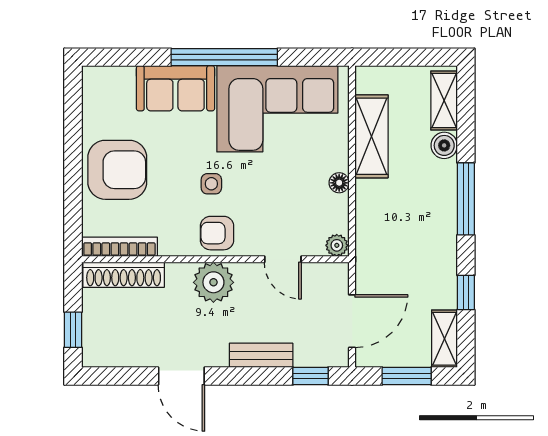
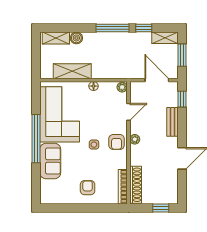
armchair: (117, 170) -> (88, 188), width x0.53, depth x0.53
window: (466, 199) -> (113, 28), moved
plant: (213, 282) -> (135, 139), width x0.53, depth x0.53

